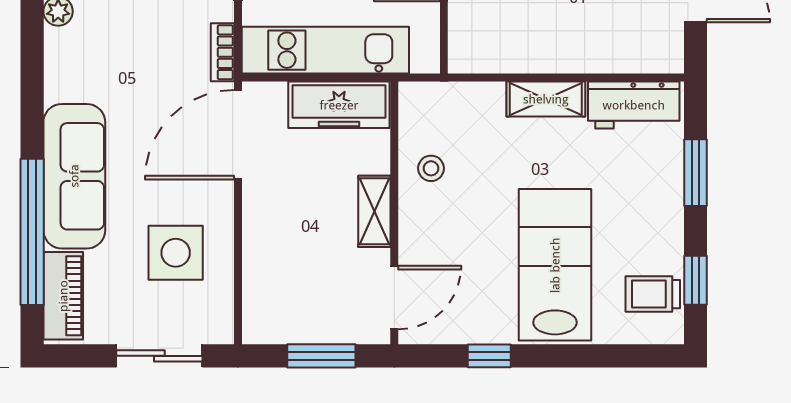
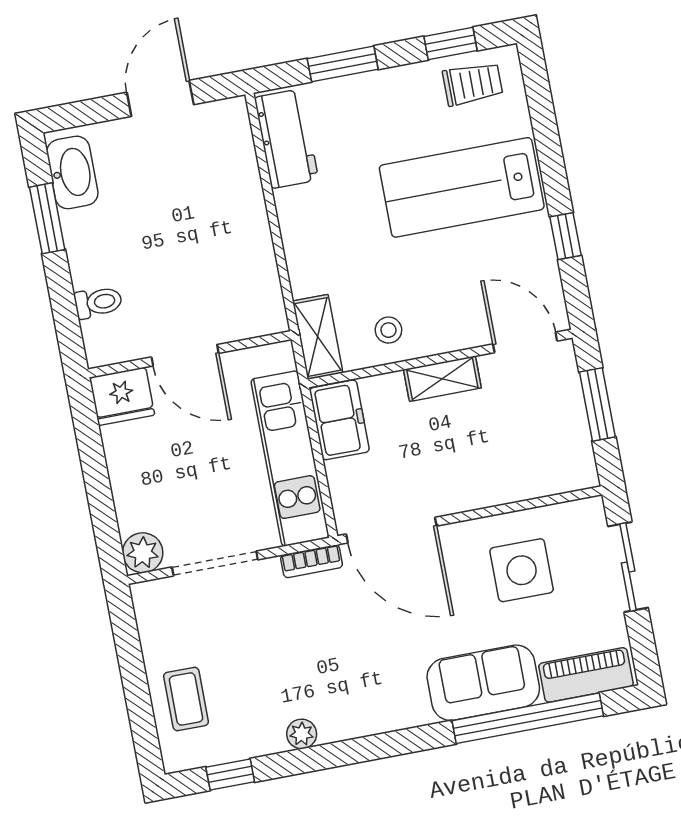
shelving: (546, 99) -> (318, 337), moved
freezer: (339, 105) -> (339, 420), width x0.71
sofa: (74, 176) -> (483, 683), width x0.73
trolley: (653, 294) -> (473, 84), turned -90

